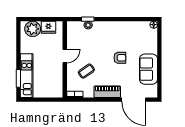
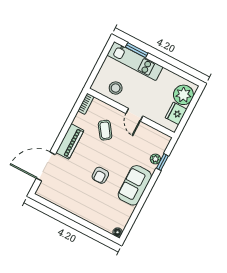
sofa: (148, 69) -> (135, 185), moved, turned -90
stool: (53, 79) -> (116, 88), added

